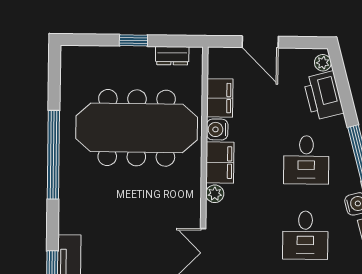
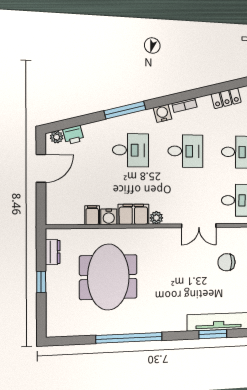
door: (260, 42) -> (41, 168), moved
printer: (323, 96) -> (73, 135), width x0.53, depth x0.68
filing cabinet: (220, 98) -> (92, 215), width x0.50
meeting table: (137, 128) -> (108, 277), width x0.73

